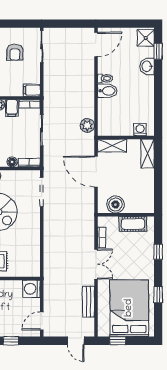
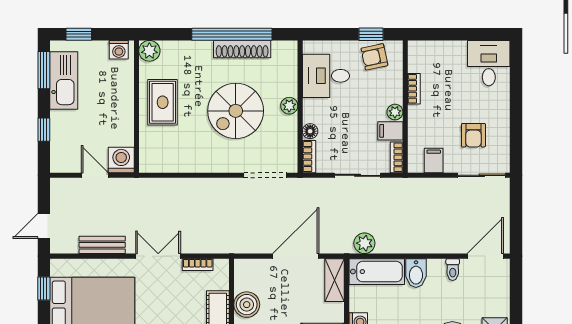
door: (96, 44) -> (485, 256), swing flipped
armchair: (15, 52) -> (473, 135), turned -90
toilet: (105, 78) -> (453, 270), moved
filing cabinet: (32, 90) -> (434, 160), moved
bathtub: (106, 117) -> (377, 272), added
boiler: (115, 205) -> (247, 305), moved
double door: (96, 264) -> (158, 256), swing flipped
door: (42, 321) -> (95, 175), moved

